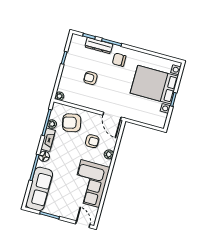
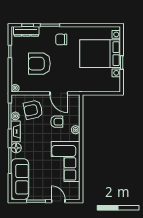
dresser: (99, 46) -> (26, 31), moved
armchair: (90, 78) -> (39, 64), width x1.88, depth x1.88
door: (112, 116) -> (59, 93), moved
door: (83, 224) -> (58, 201), moved

